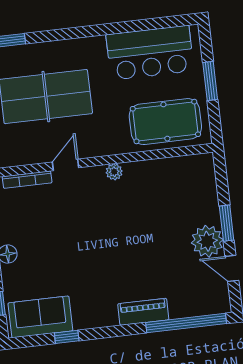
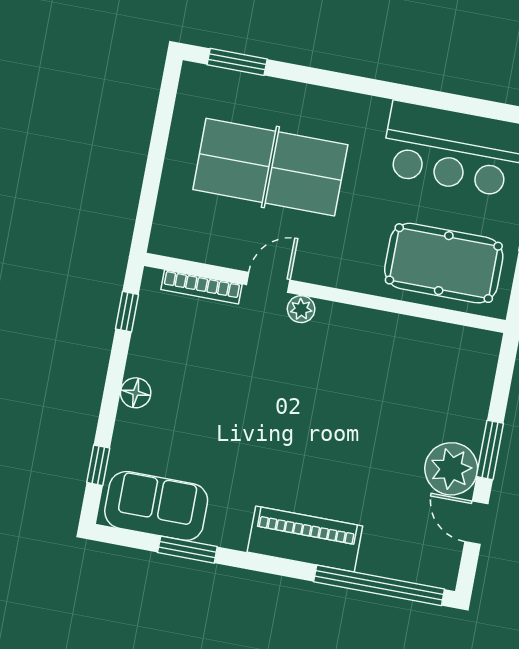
plant: (114, 172) -> (301, 309), moved
piano: (143, 312) -> (305, 539), width x1.37, depth x1.33
window: (67, 337) -> (187, 550), width x1.50

